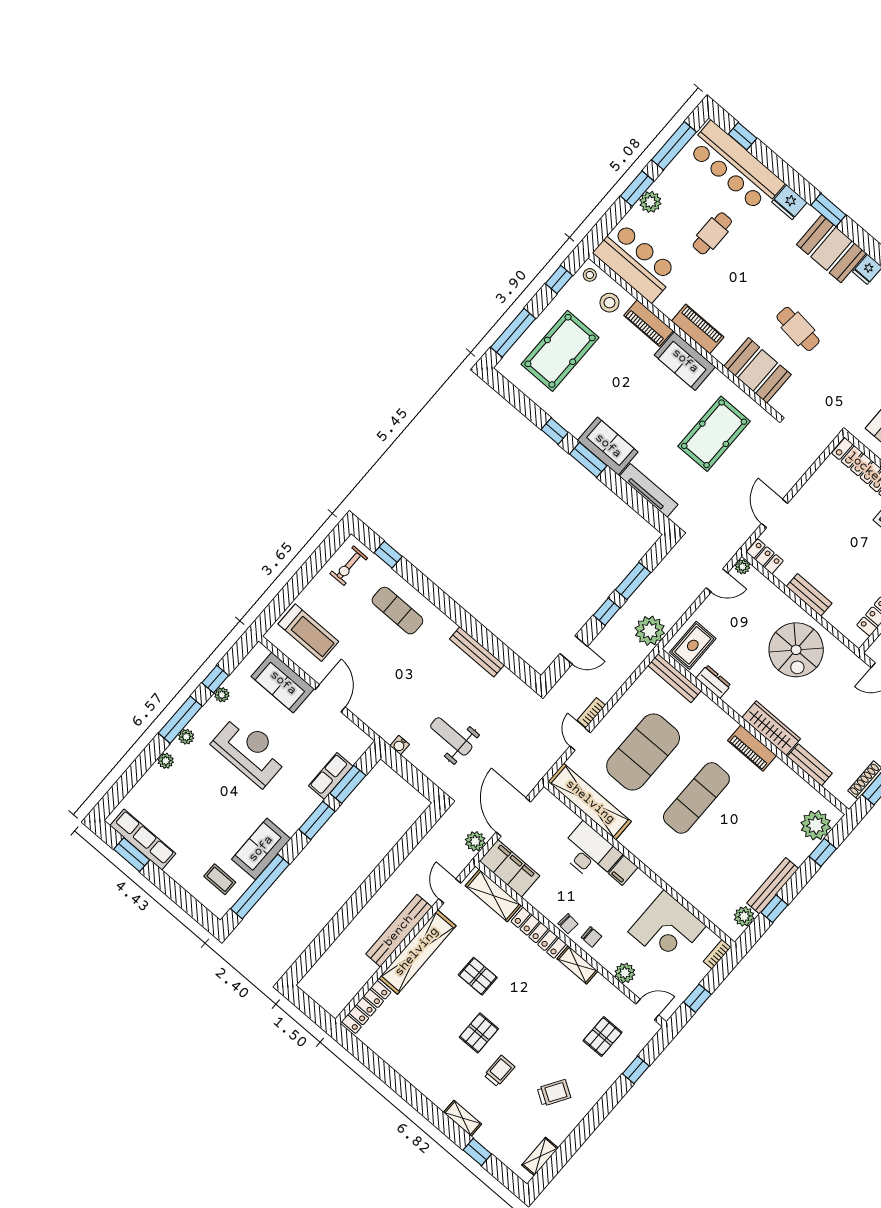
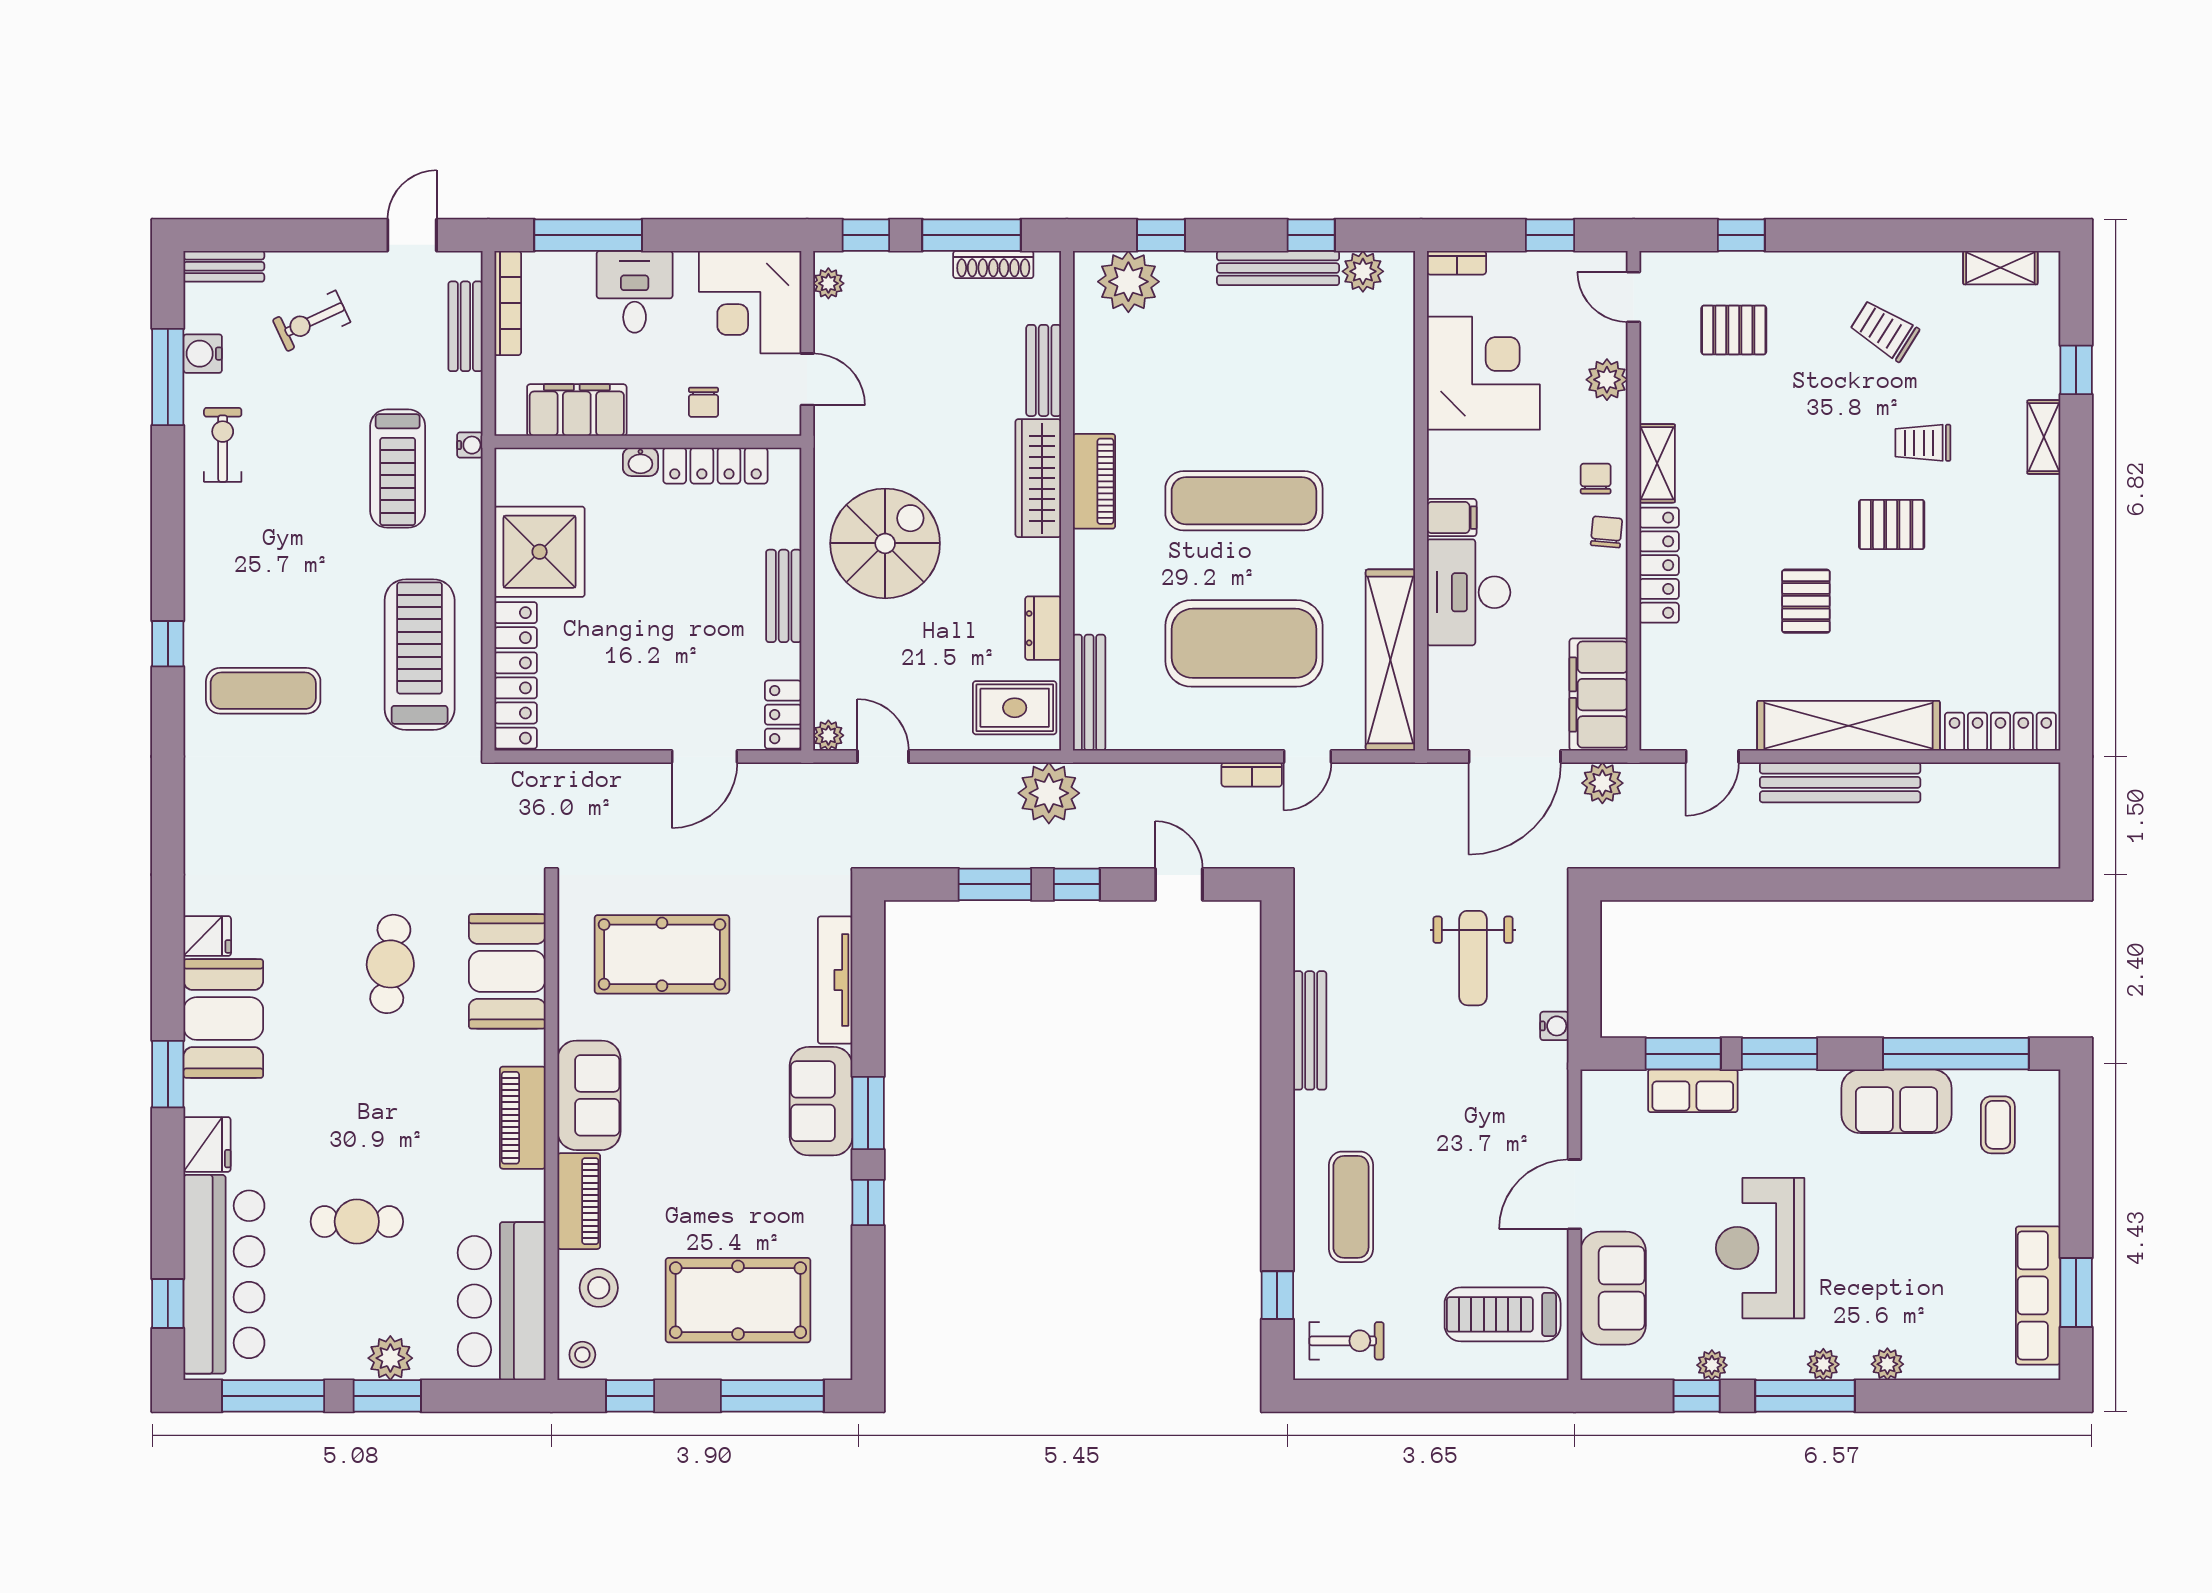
treadmill: (308, 633) -> (1503, 1314), turned -90
shelving: (493, 896) -> (1662, 684), removed

